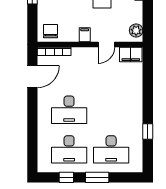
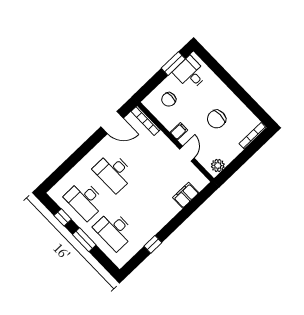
chair: (50, 31) -> (169, 99), moved, turned 180
door: (106, 45) -> (187, 154), swing flipped
filing cabinet: (131, 54) -> (186, 195), moved, turned 90

